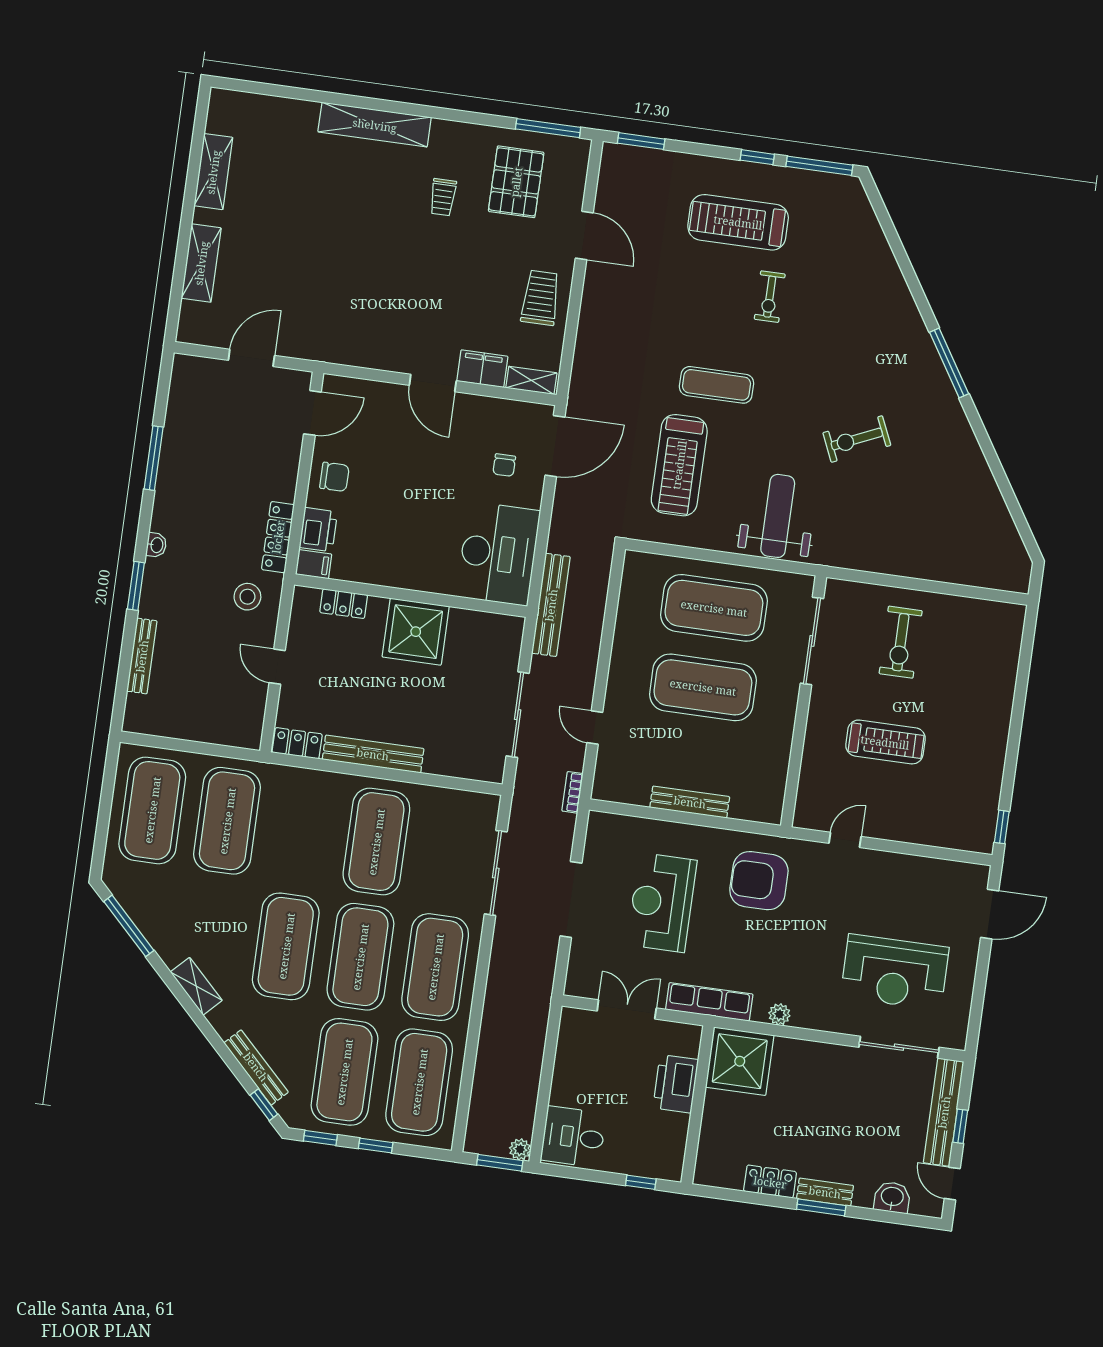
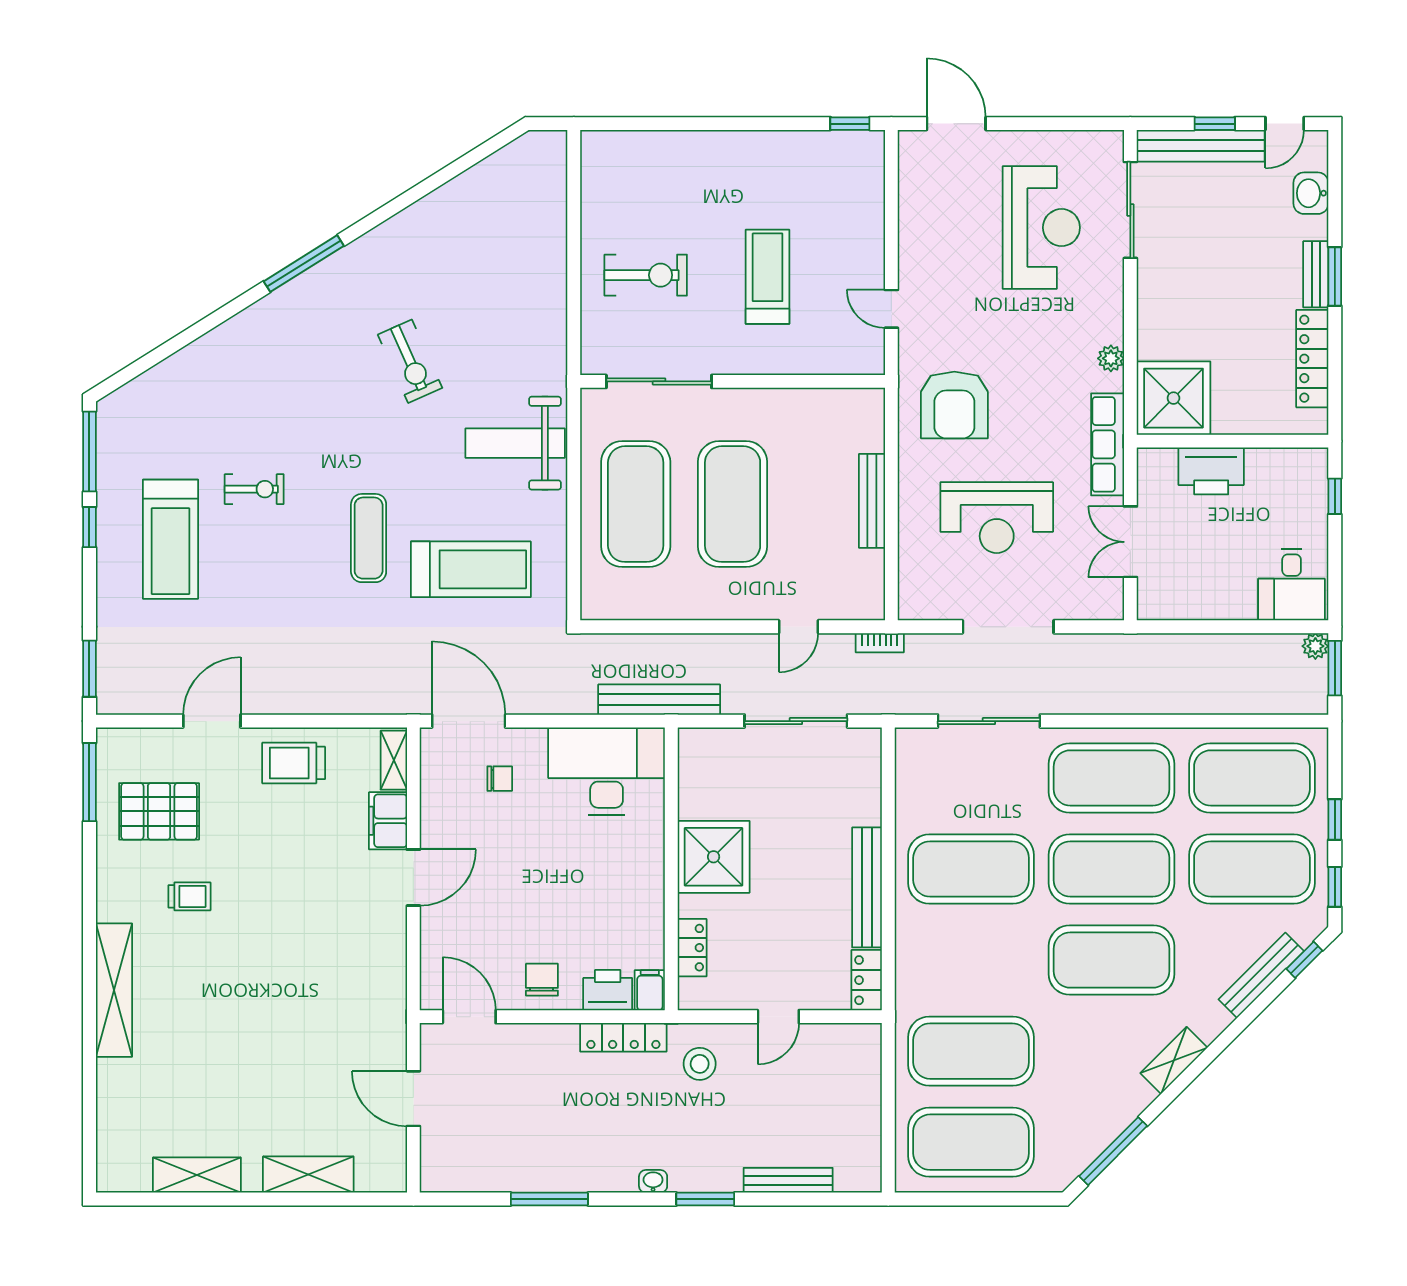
locker: (770, 1182) -> (1312, 359), width x1.53

